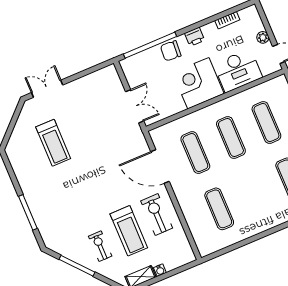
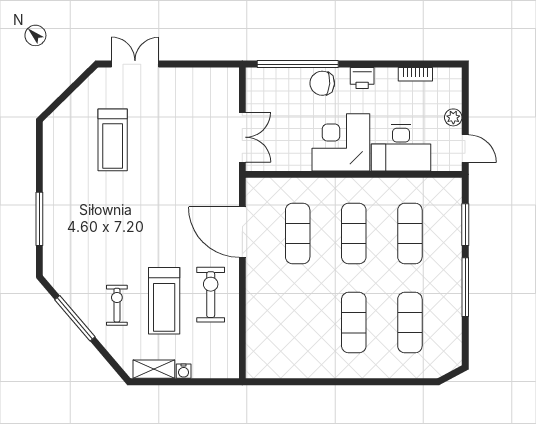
exercise mat: (219, 209) -> (354, 323), moved

